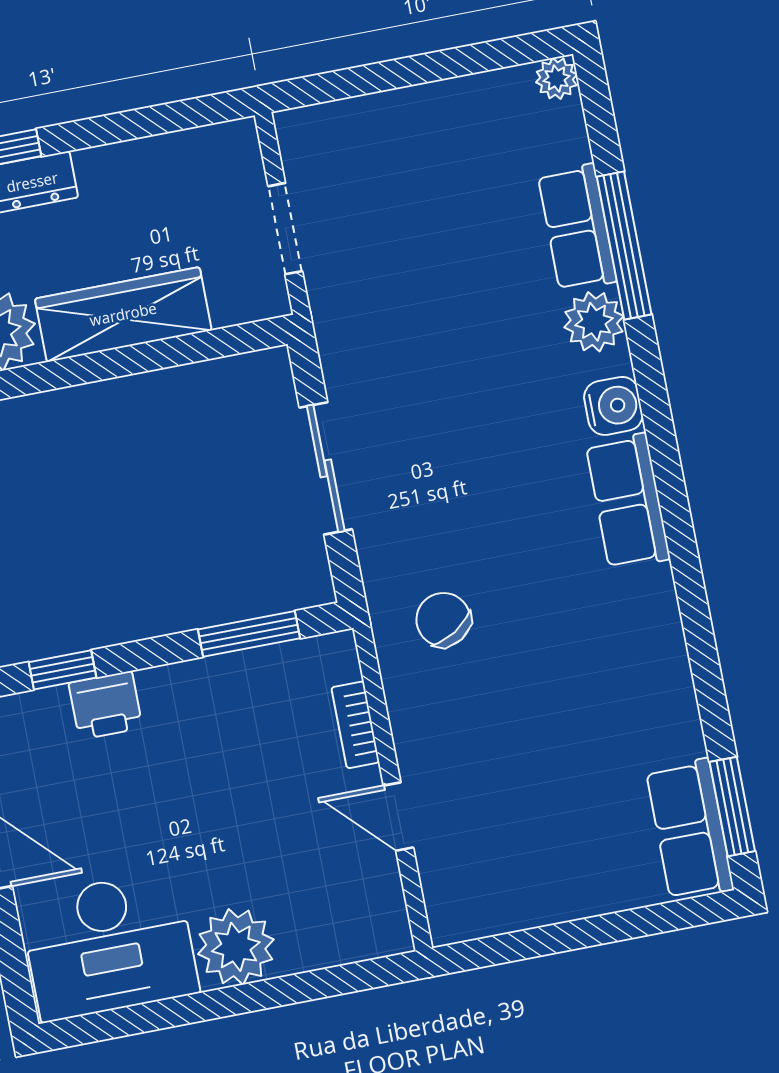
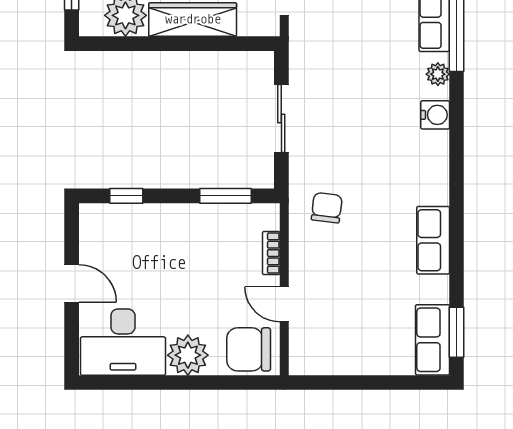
plant: (594, 322) -> (438, 74), width x0.73, depth x0.73
row of seats: (628, 501) -> (433, 240), moved
chair: (443, 620) -> (327, 208), turned 39
printer: (106, 705) -> (145, 218), removed
chair: (348, 914) -> (249, 349), added

